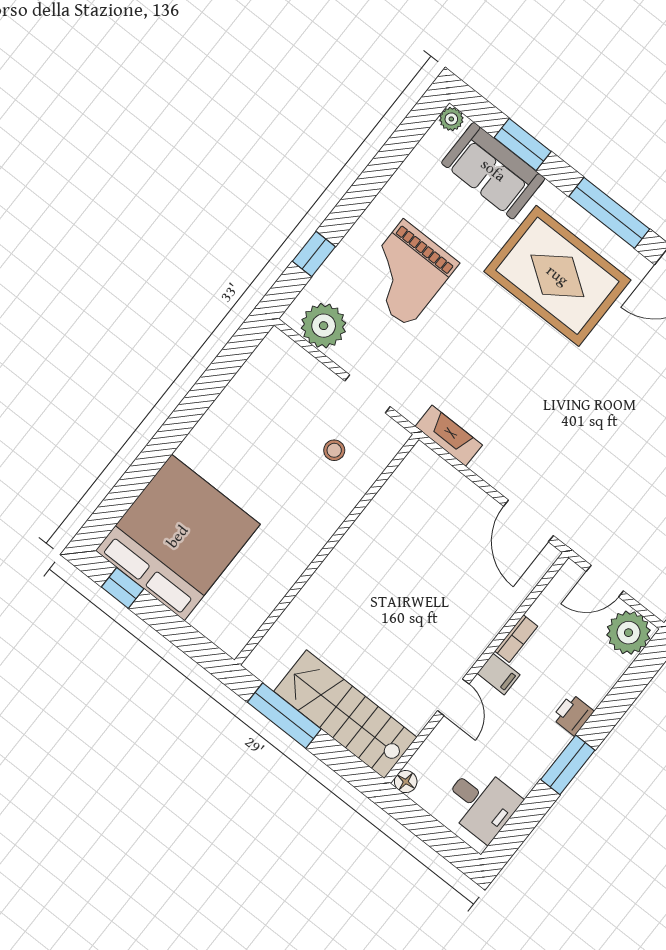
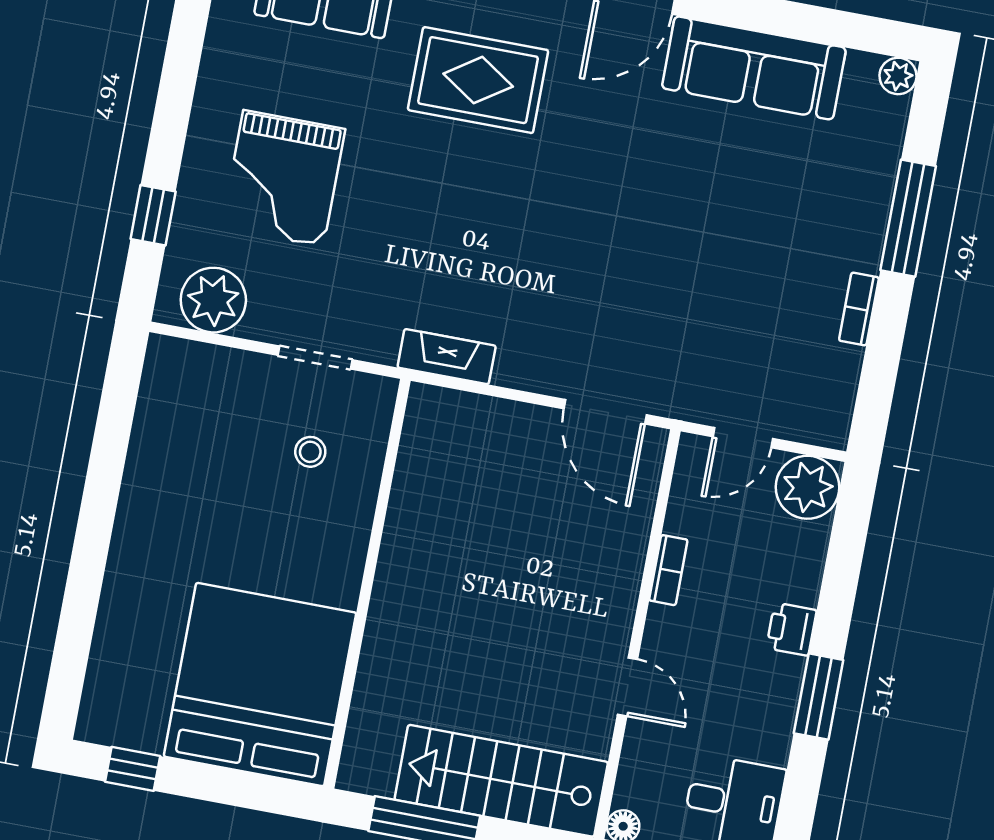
rug: (557, 276) -> (478, 80), width x0.73, depth x0.69
bed: (178, 537) -> (260, 685), moved
filing cabinet: (499, 674) -> (669, 627), removed

